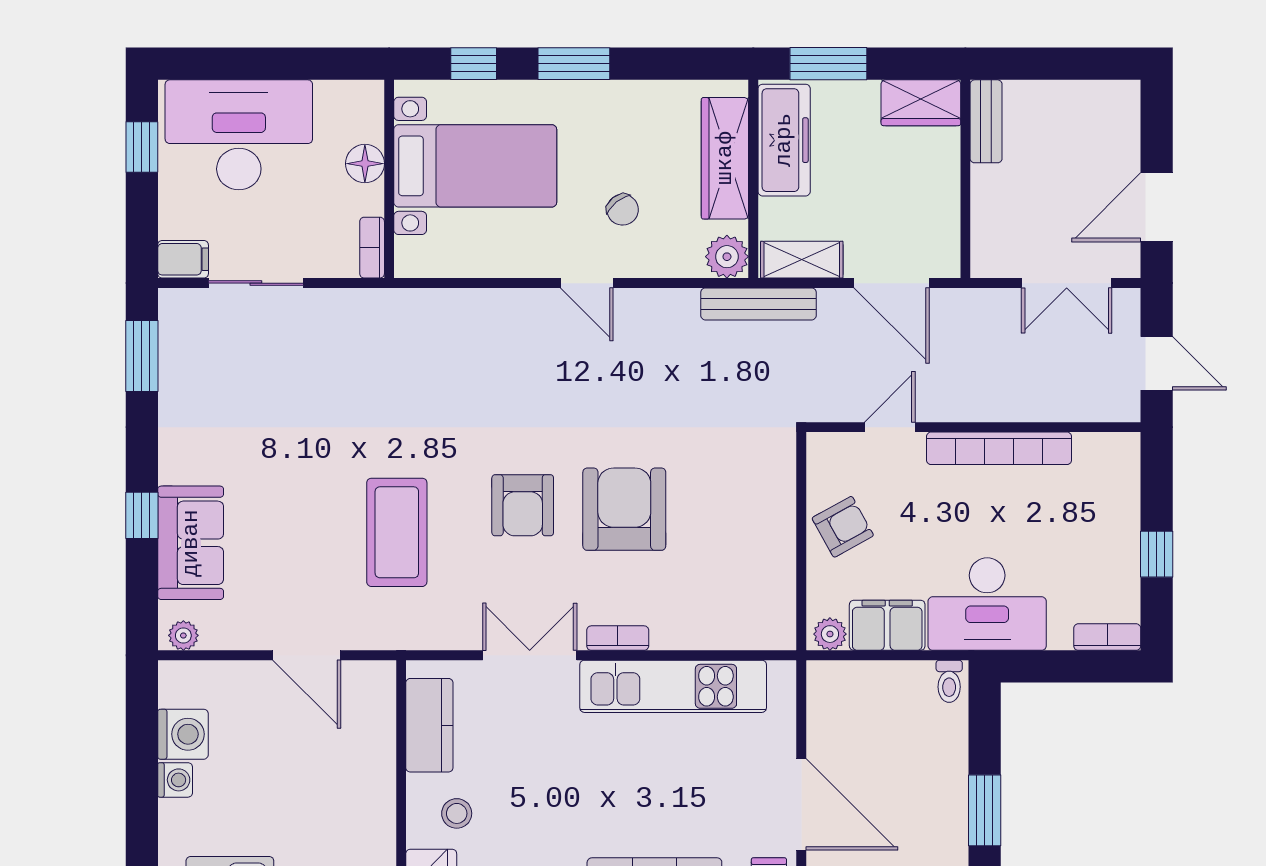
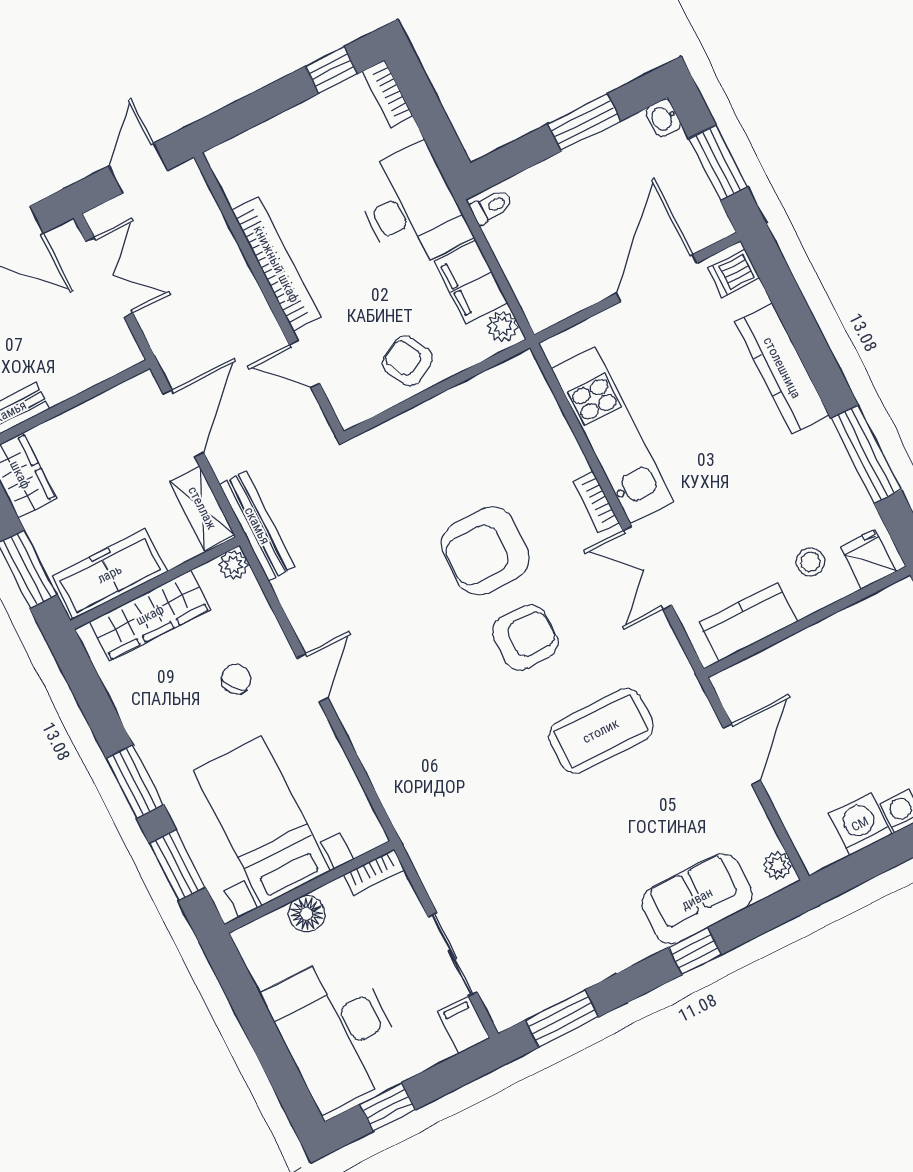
window: (474, 64) -> (177, 865), width x1.50
plant: (727, 257) -> (233, 565), width x0.73, depth x0.73
window: (1157, 554) -> (331, 70), moved

